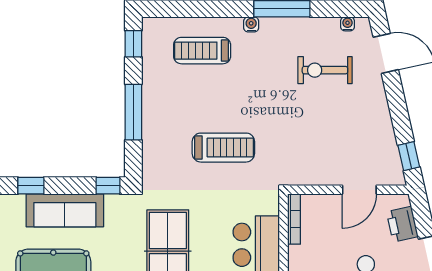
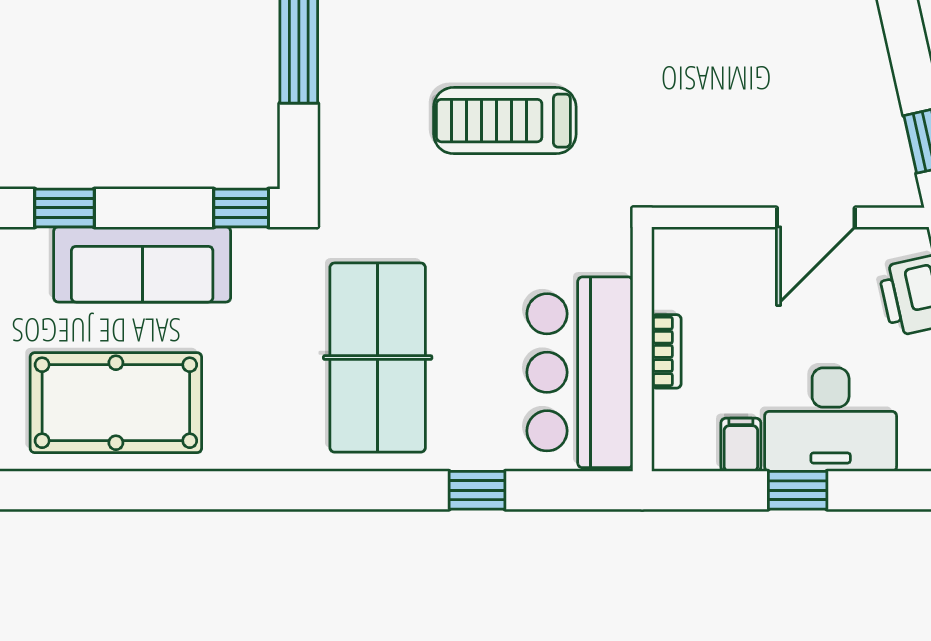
treadmill: (223, 148) -> (505, 121), turned 180
bookcase: (294, 219) -> (666, 351), moved, width x0.64

